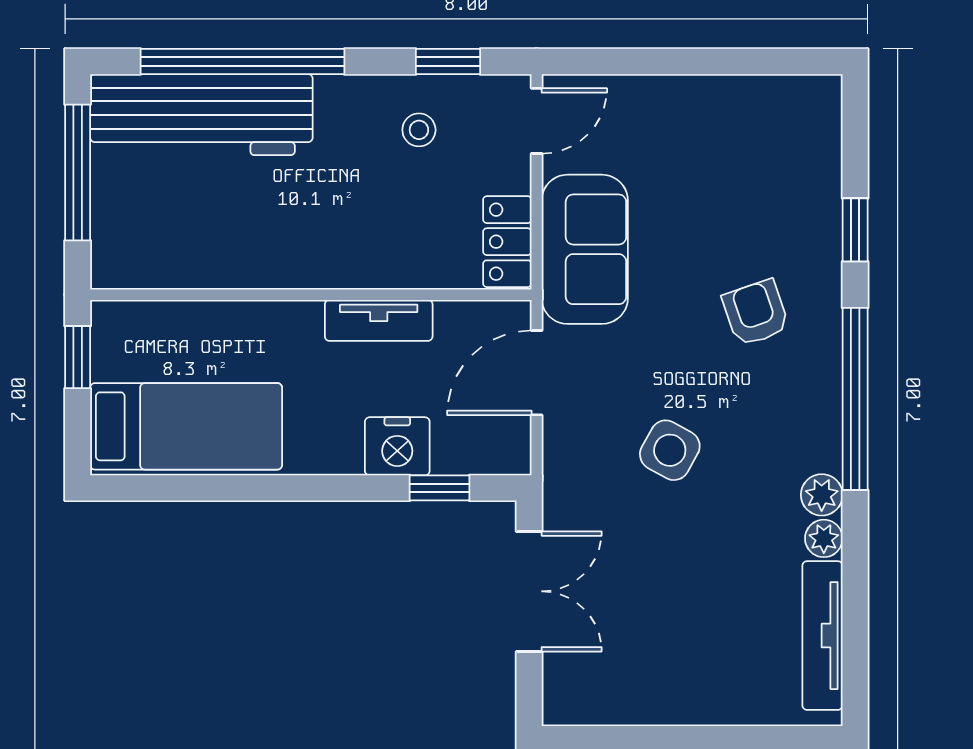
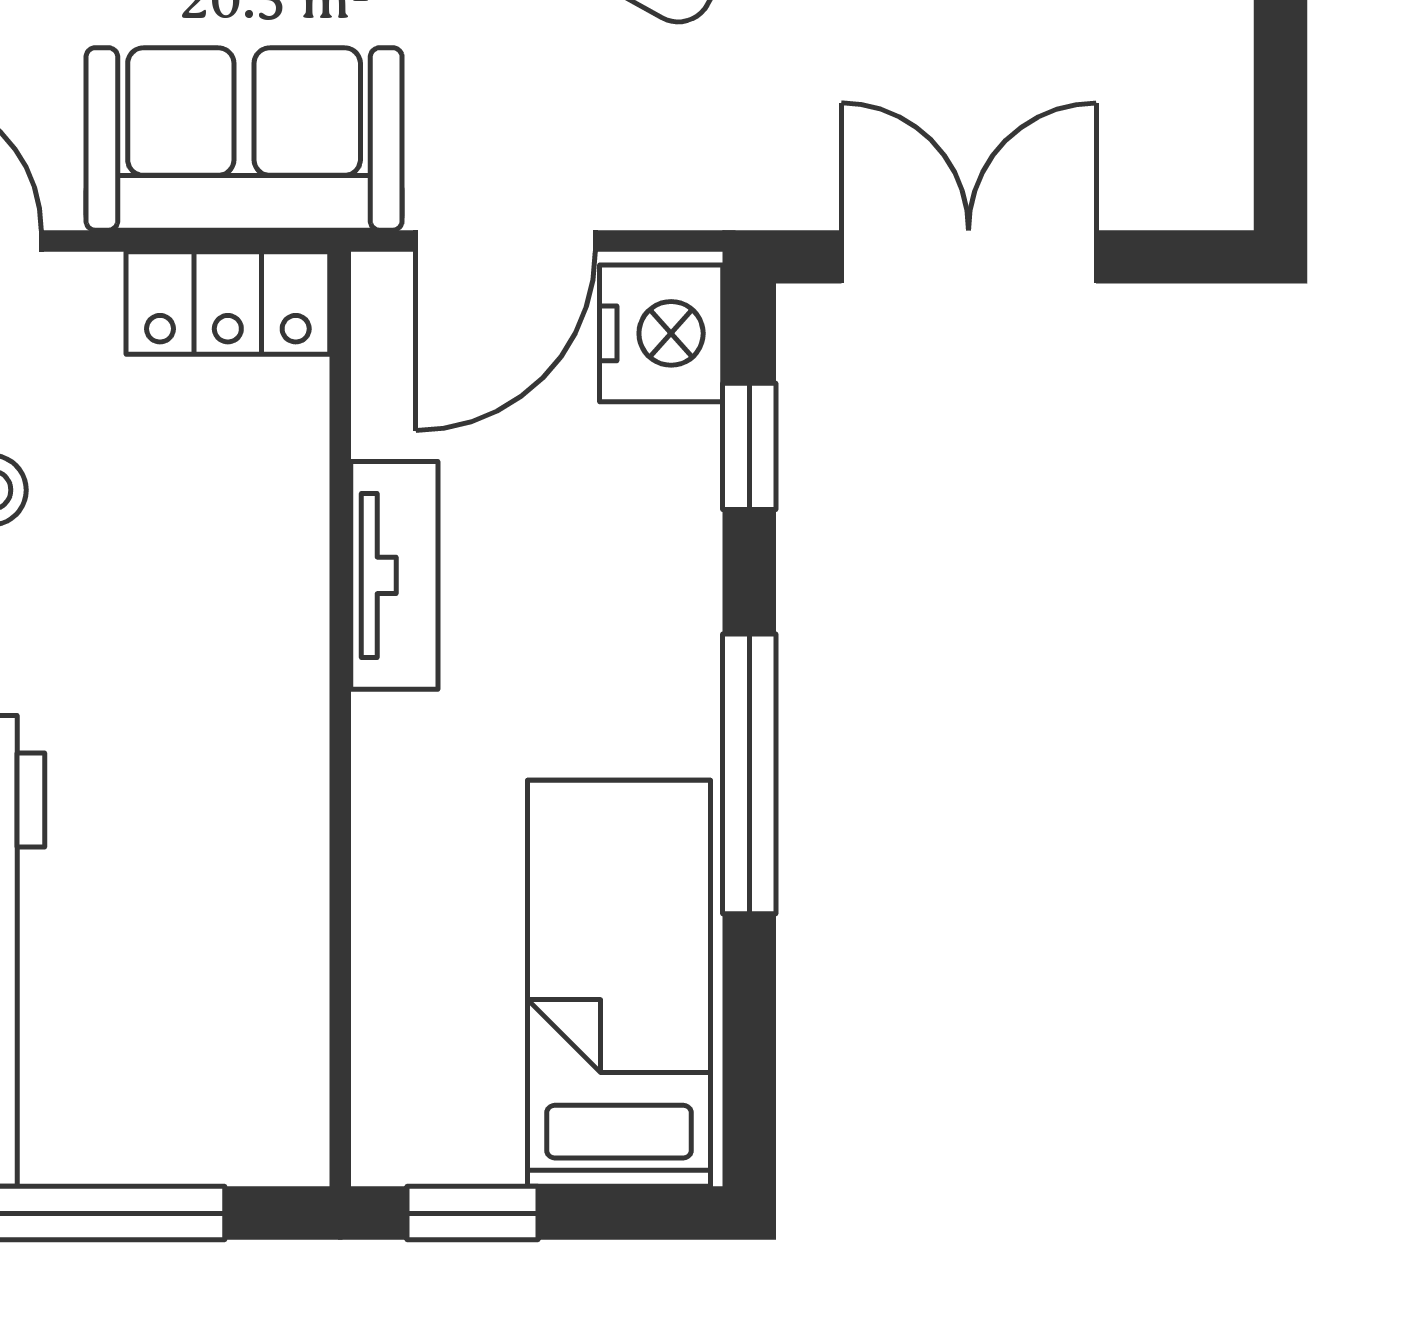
door: (537, 373) -> (505, 241), hinge flipped
nightstand: (397, 446) -> (661, 333), moved
window: (285, 488) -> (749, 774), added

